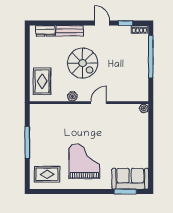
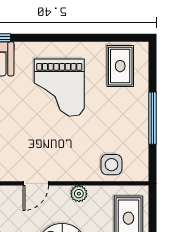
side table: (52, 114) -> (111, 165), added
rug: (47, 174) -> (120, 66), turned 90

